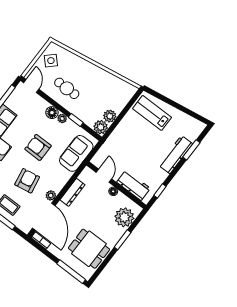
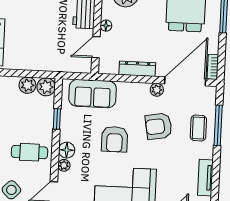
cafe table: (67, 88) -> (29, 152), turned 90
plant: (62, 118) -> (64, 165), moved

